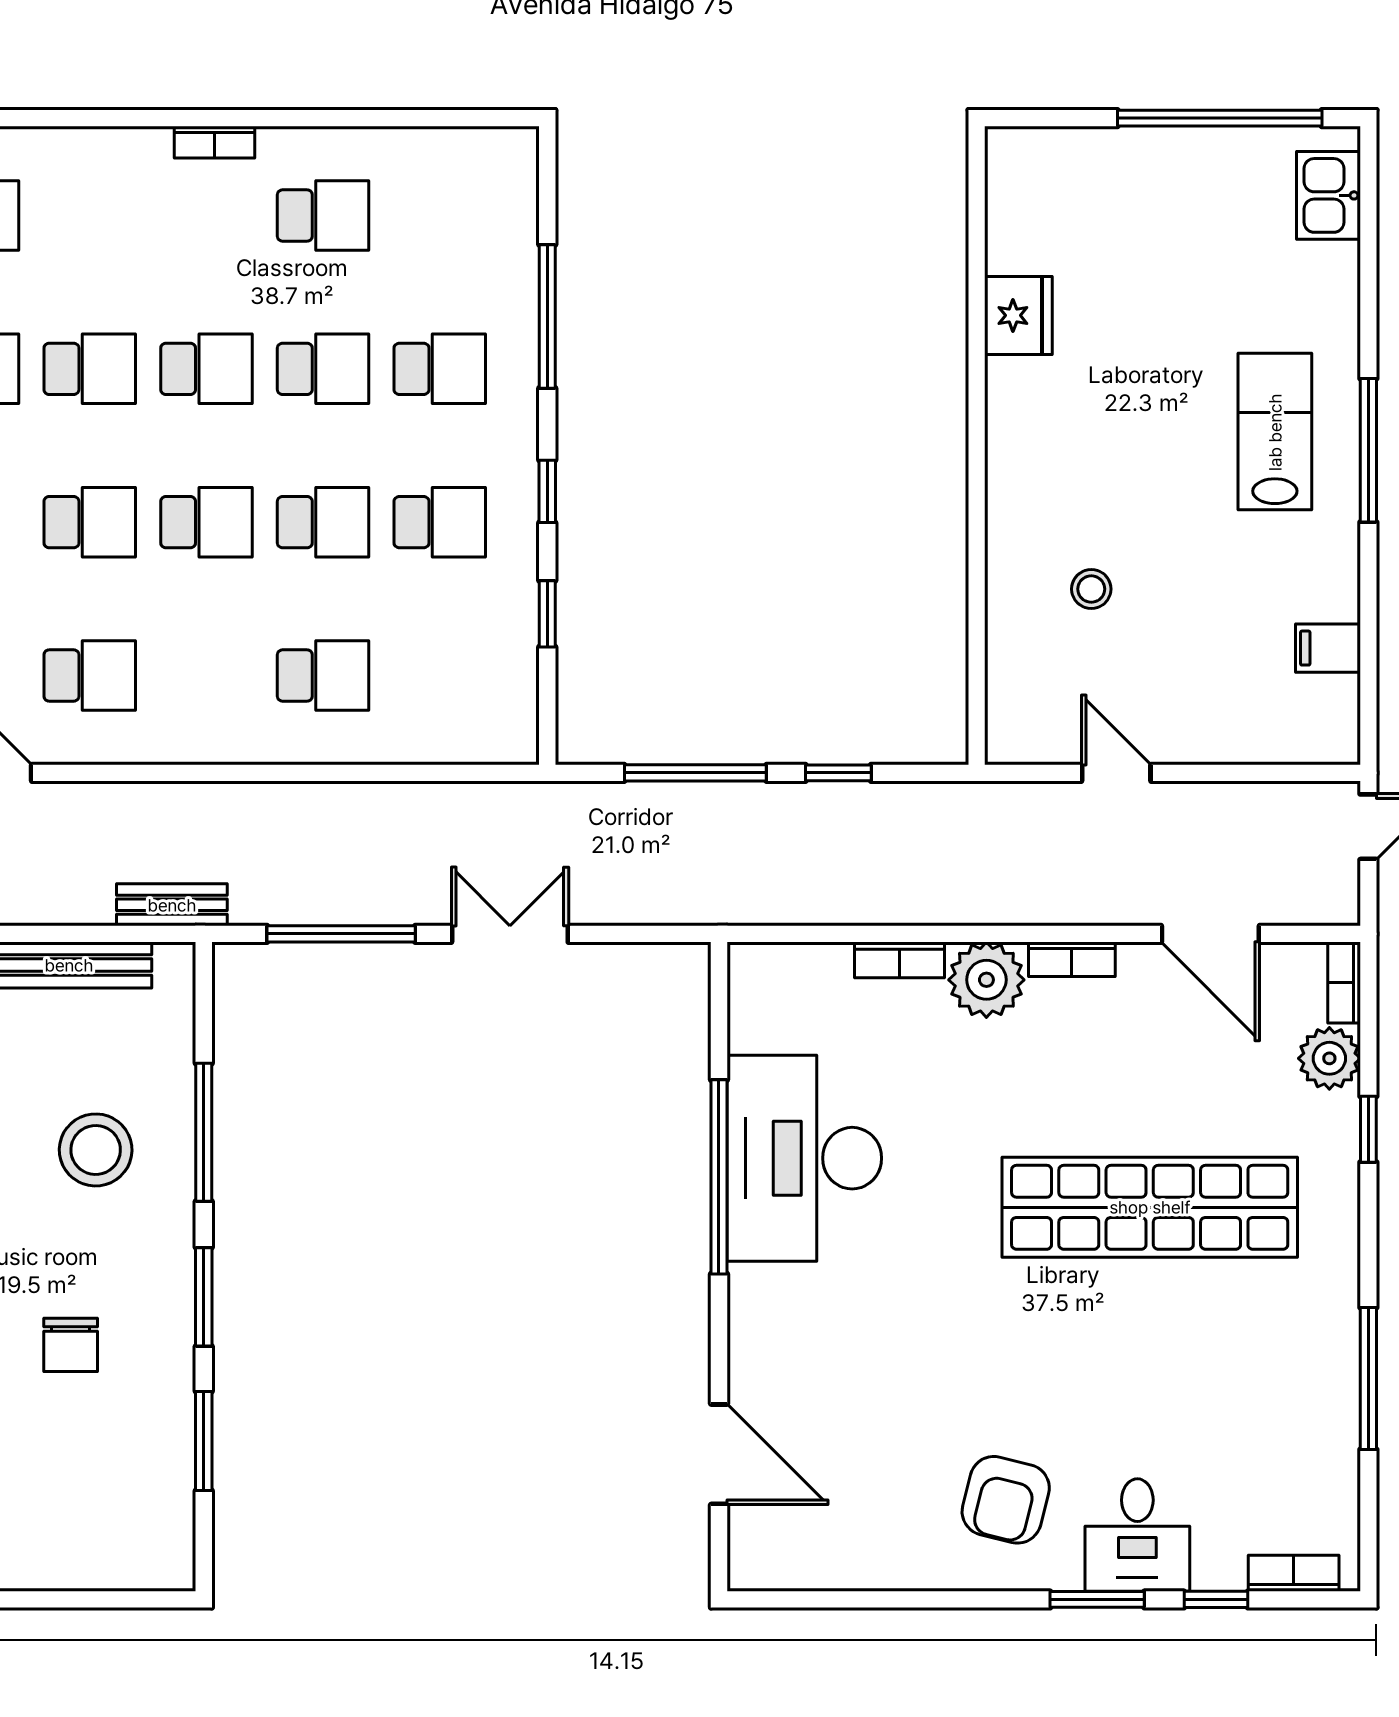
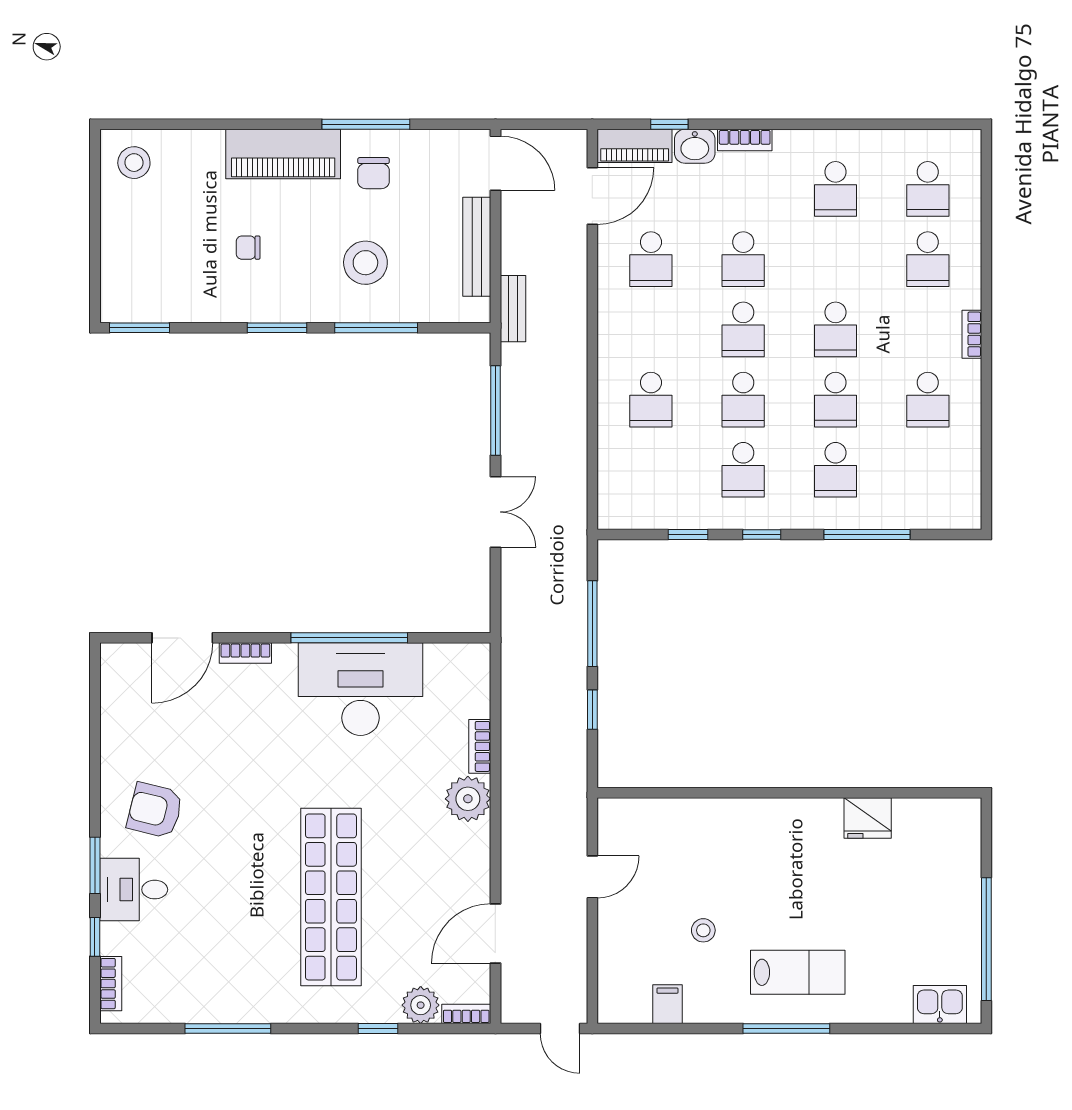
school desk: (90, 369) -> (928, 259), moved
stool: (1091, 589) -> (703, 930), moved
bookcase: (1072, 959) -> (245, 653), moved, turned -90
chair: (71, 1345) -> (248, 248), width x0.73, depth x0.73
window: (204, 1441) -> (140, 328), moved

